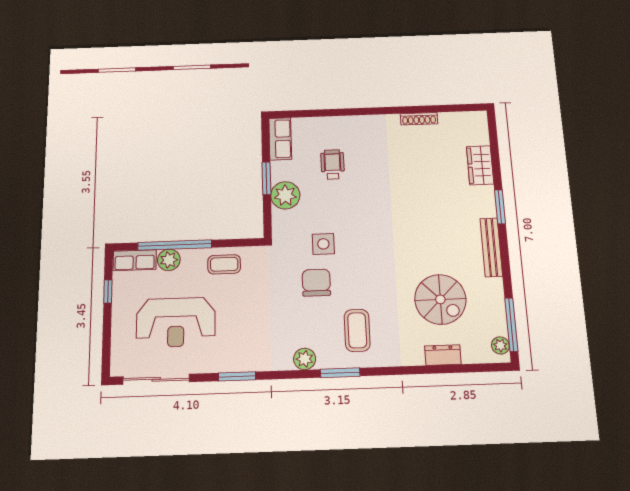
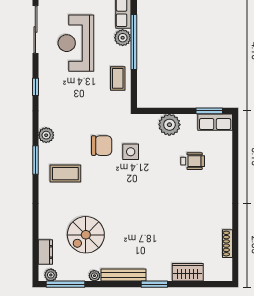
shoe rack: (419, 119) -> (227, 244), moved
window: (266, 178) -> (209, 111), moved
plant: (496, 286) -> (94, 276), added
dresser: (443, 355) -> (45, 252), moved
window: (237, 376) -> (35, 87), width x0.67

